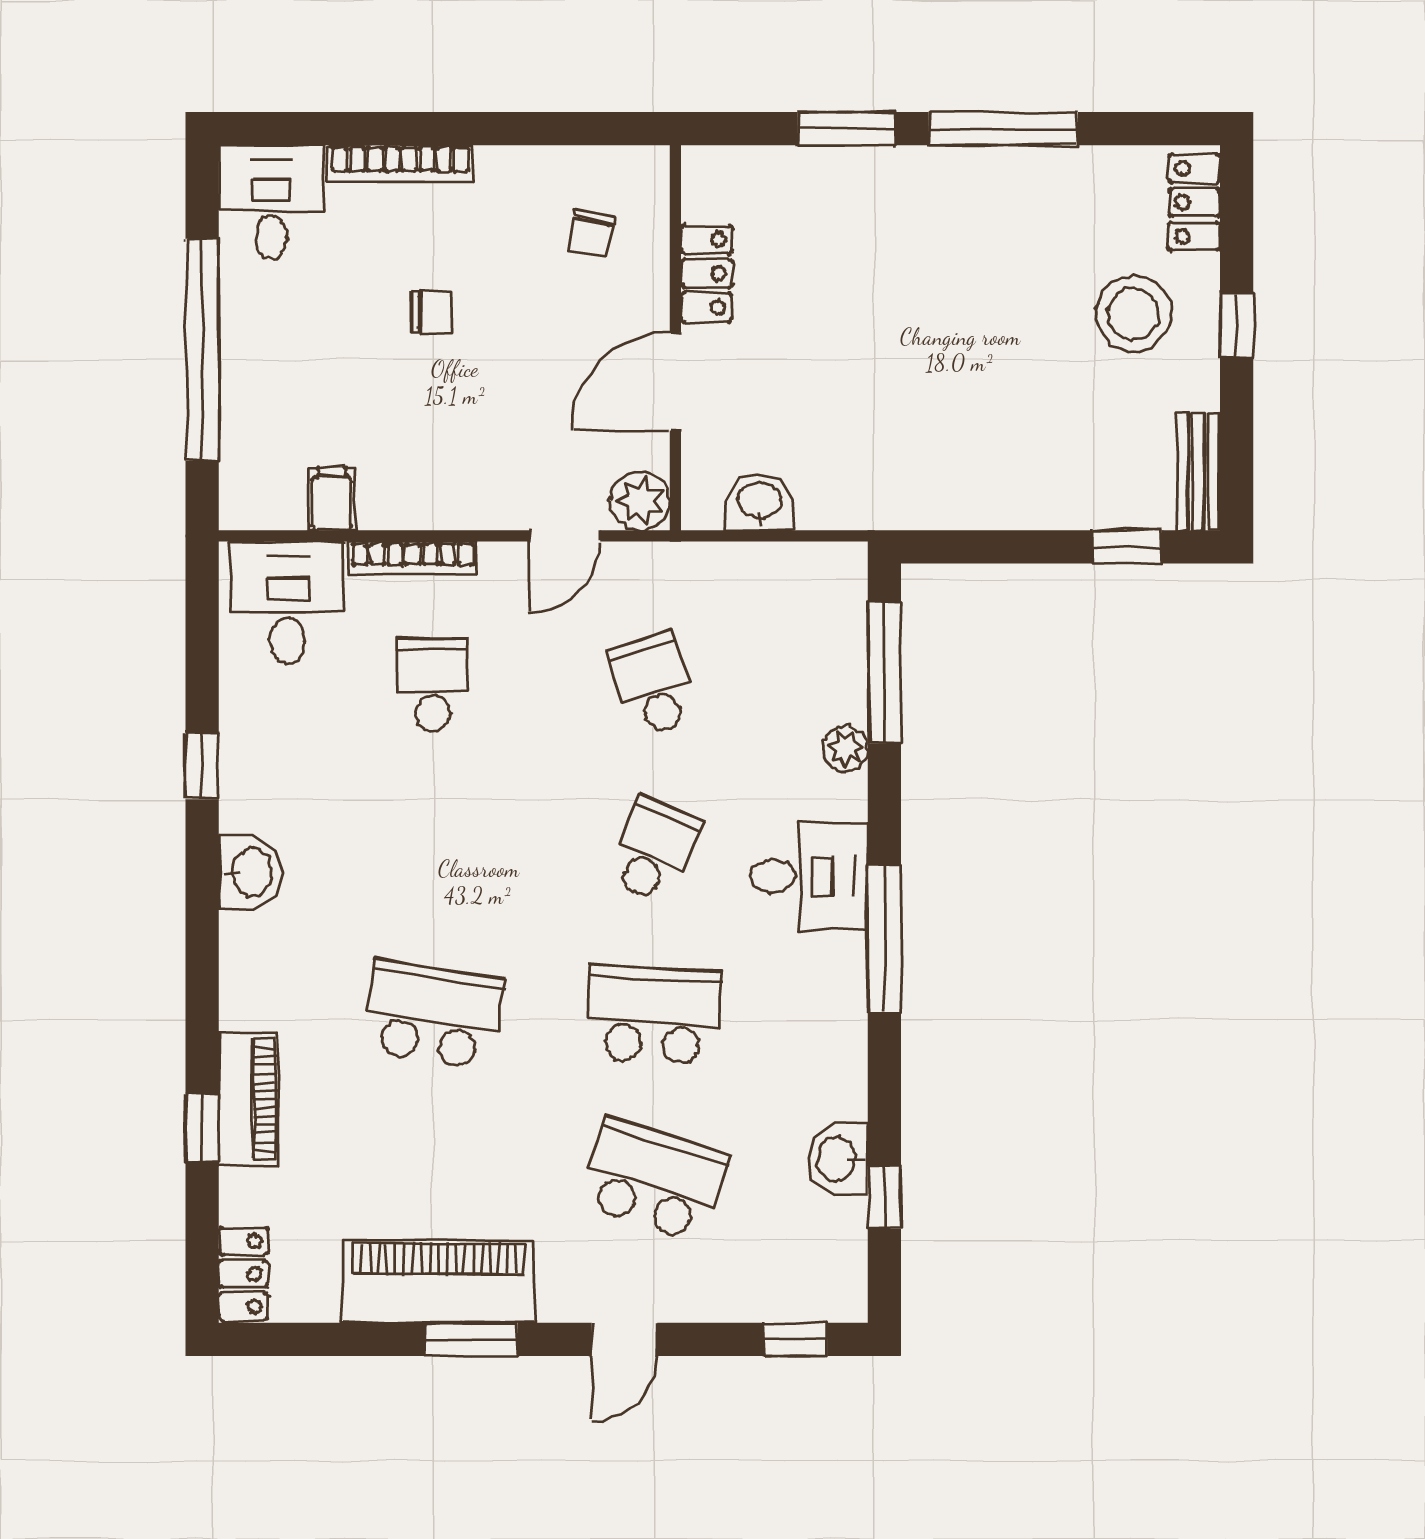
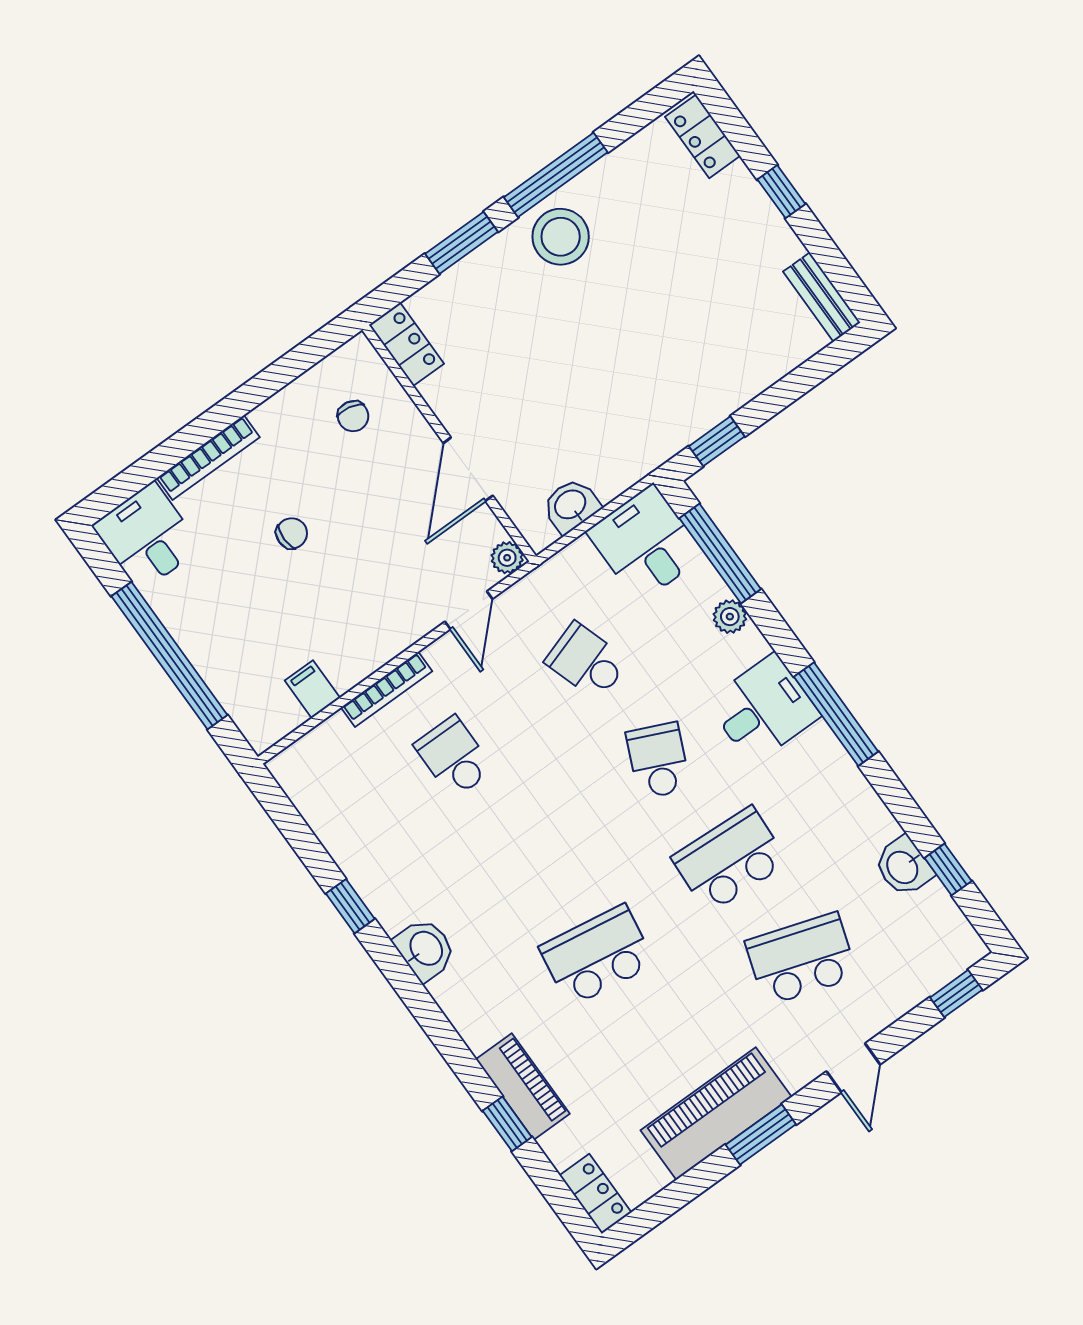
locker: (707, 273) -> (407, 344), moved
stool: (1134, 314) -> (561, 237), moved
plant: (640, 501) -> (507, 558), width x0.73, depth x0.73
window: (1127, 547) -> (717, 441), moved
desk: (287, 603) -> (646, 544), moved

